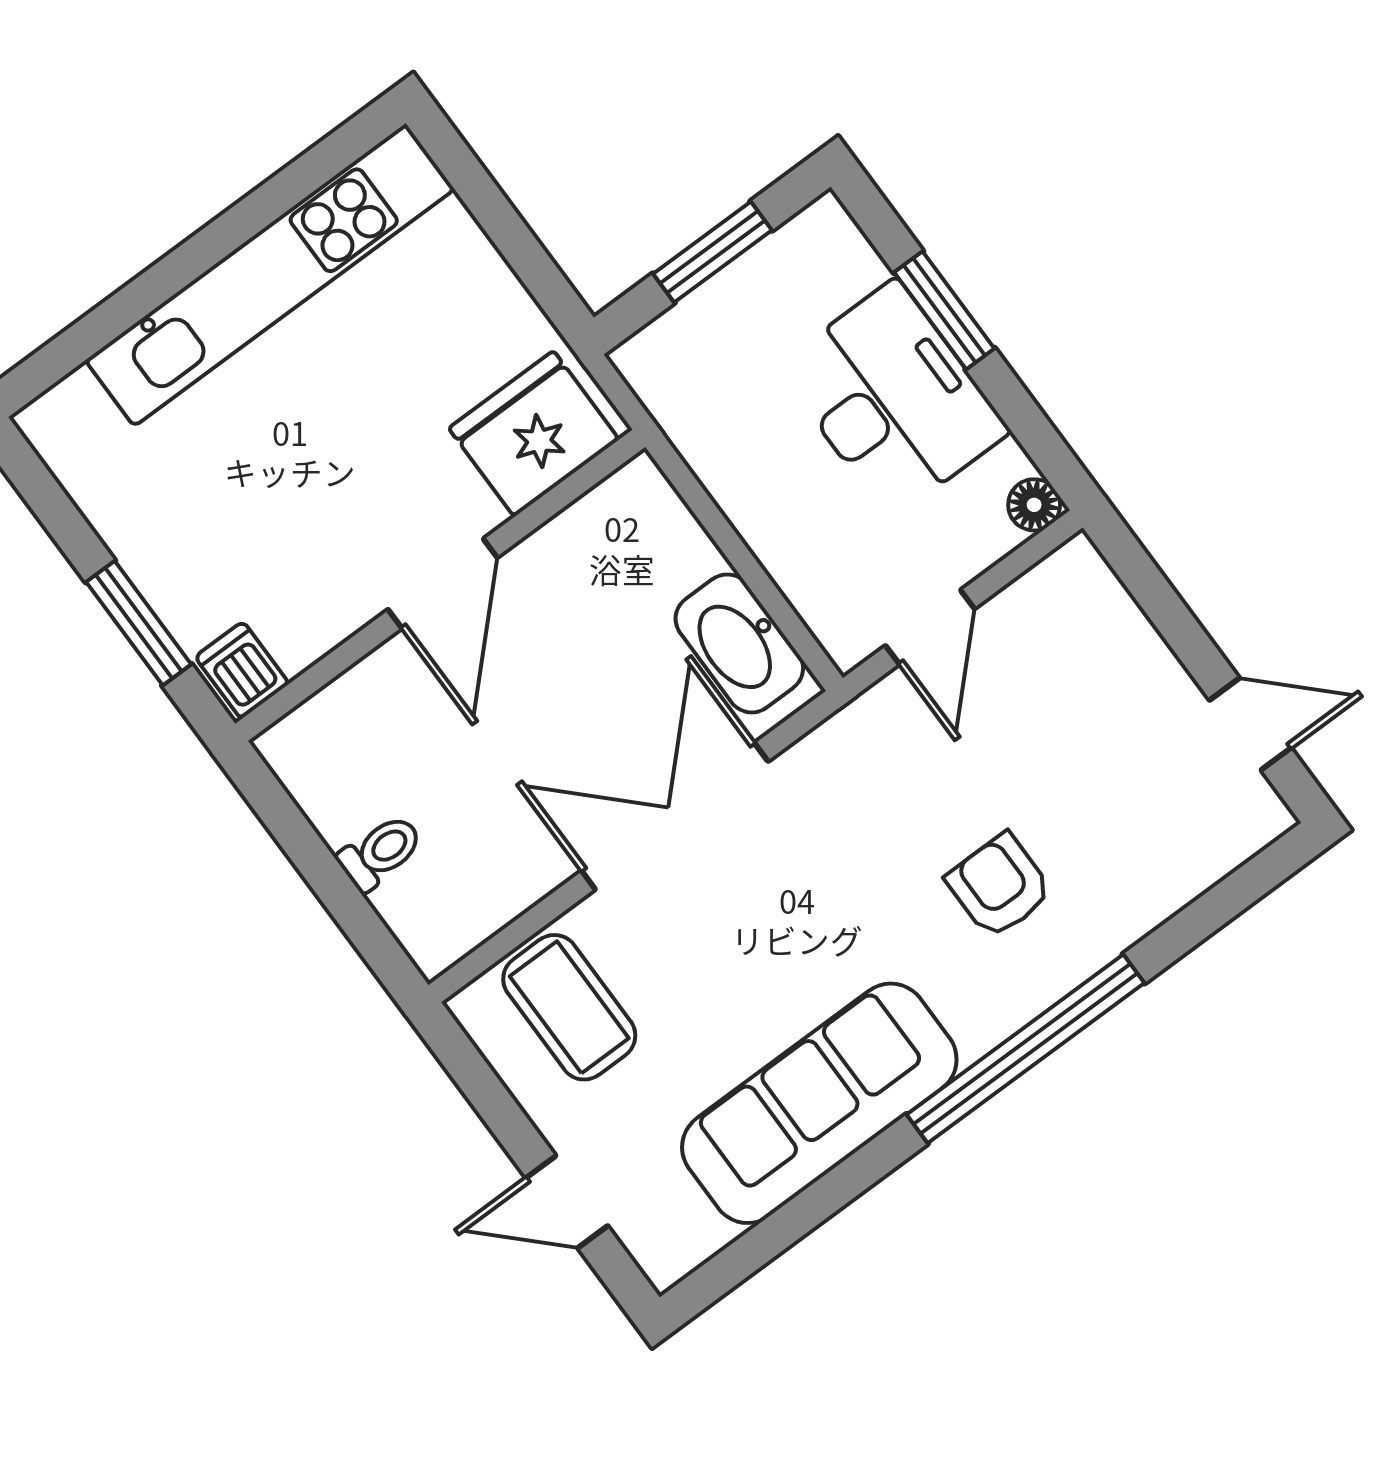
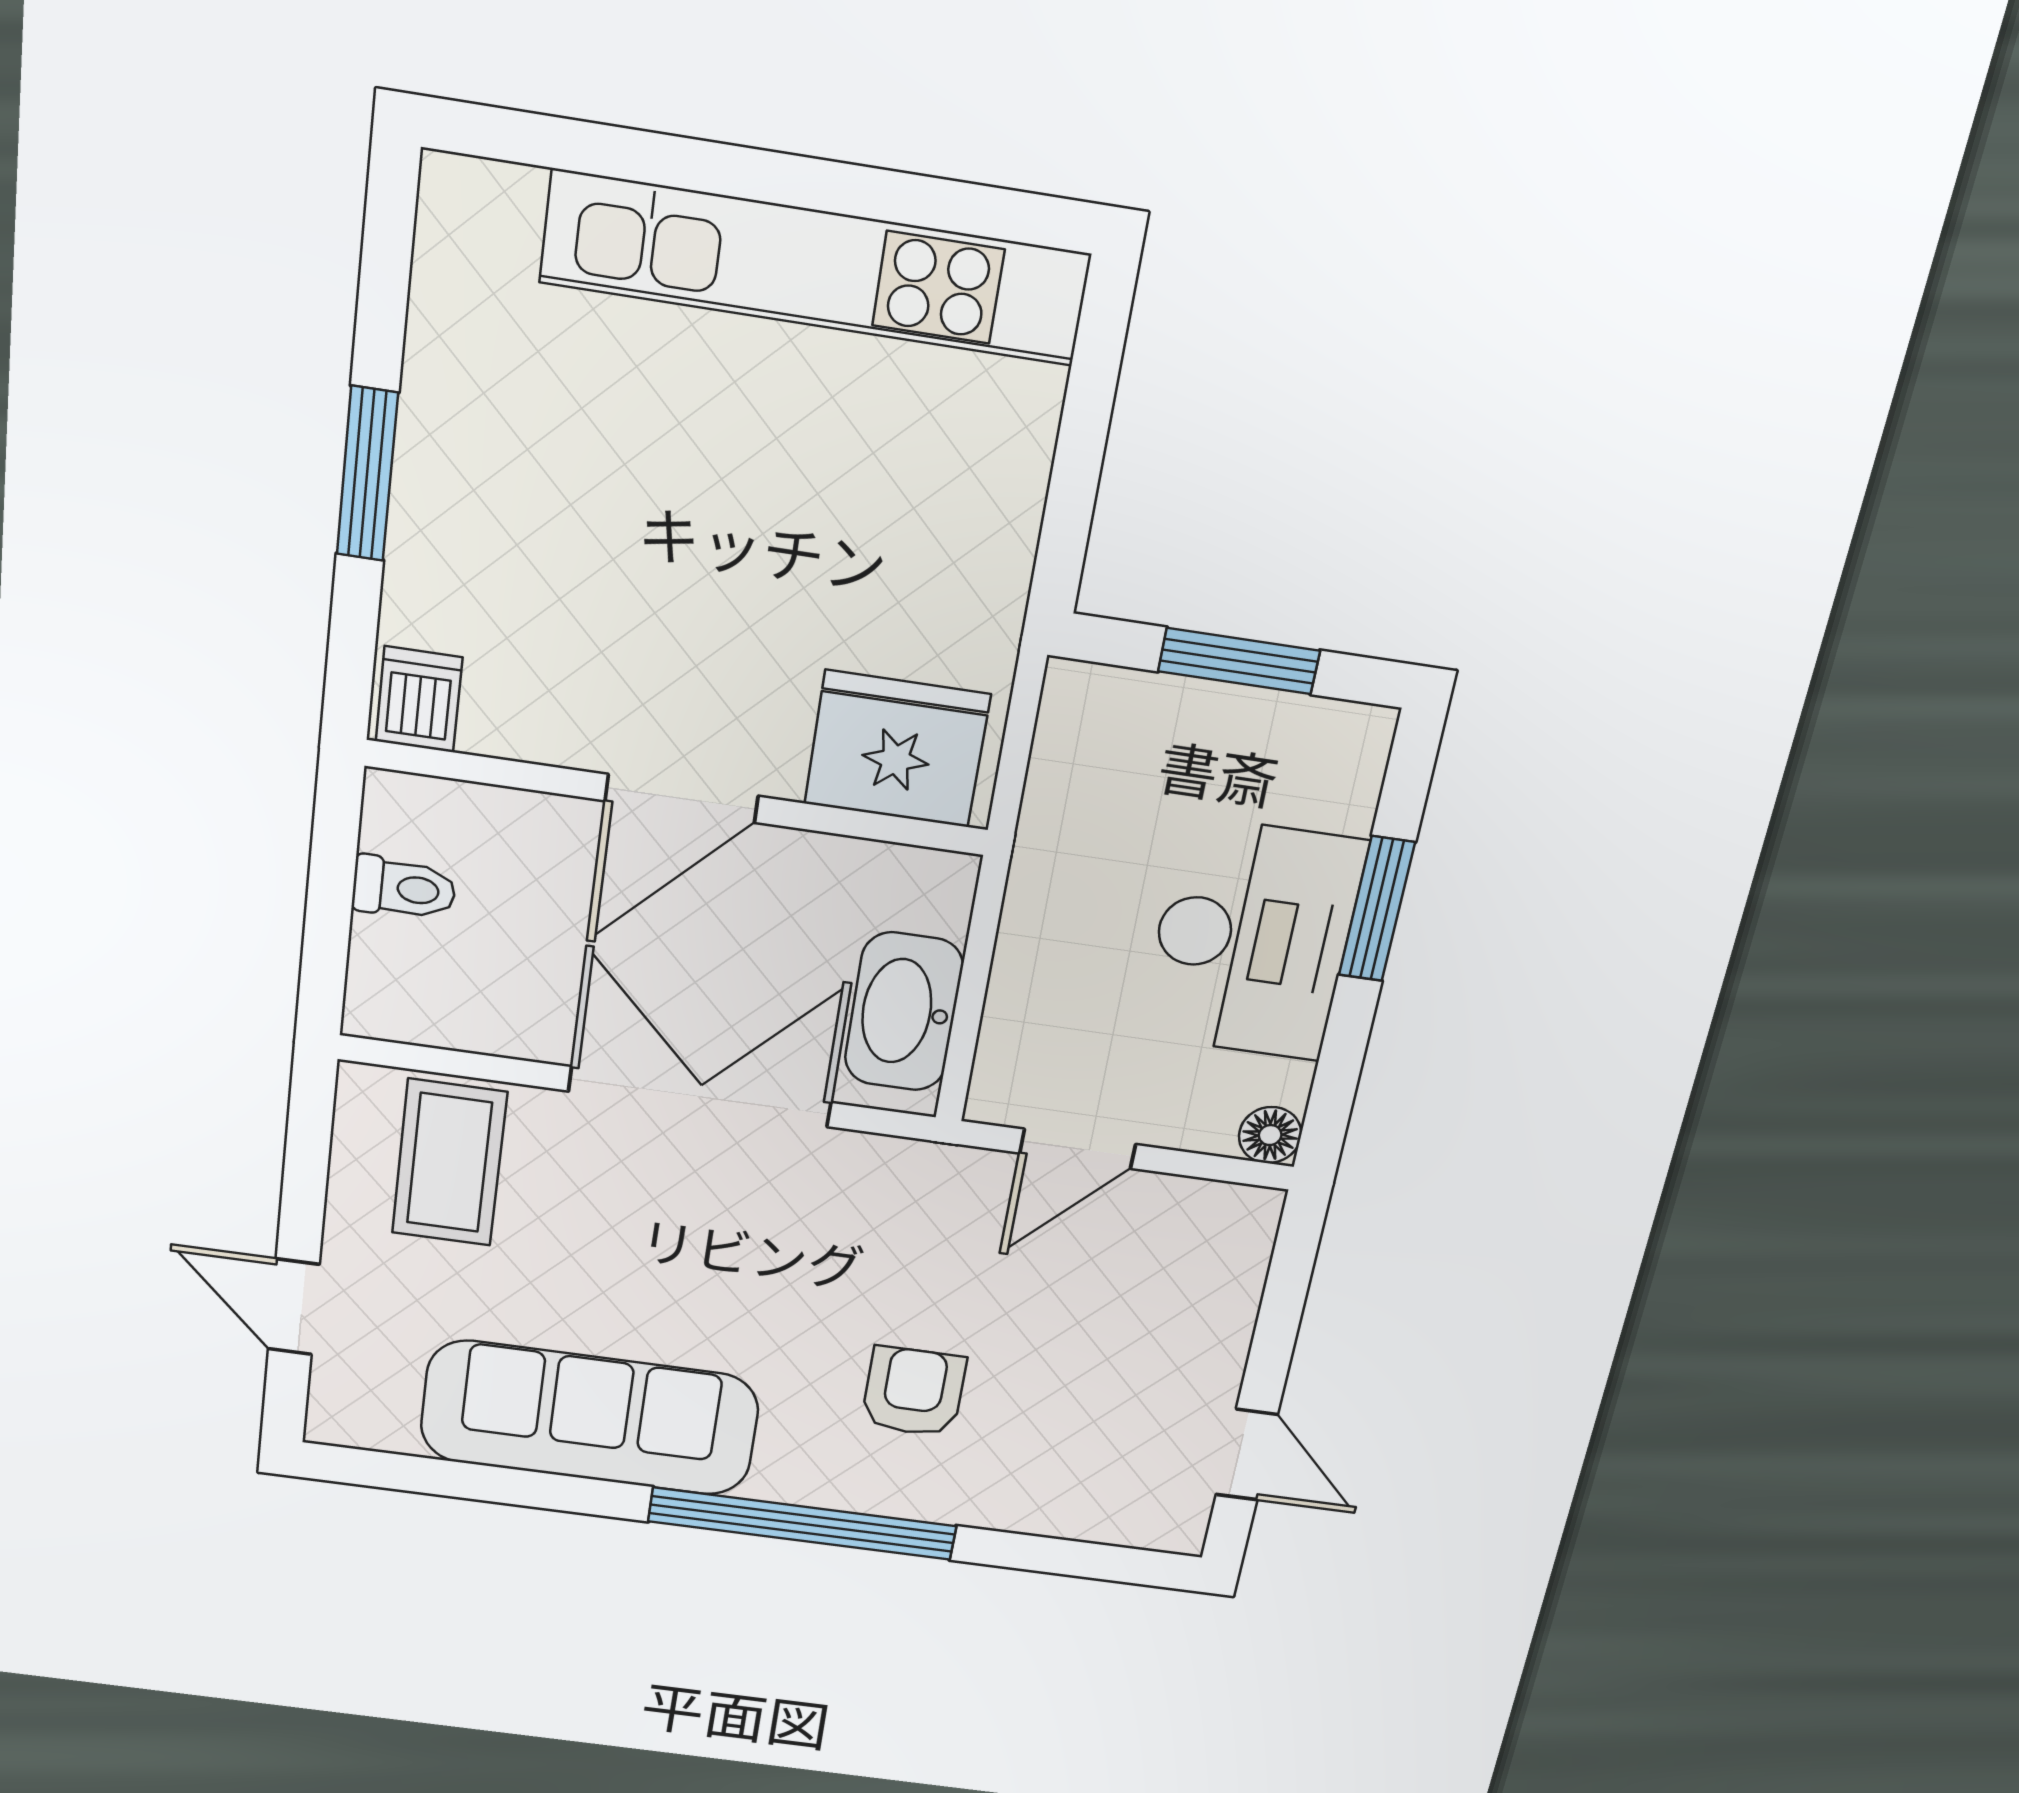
fridge: (534, 434) -> (897, 749), moved
door: (443, 583) -> (682, 798), moved
wall: (440, 585) -> (678, 798), moved
dishwasher: (242, 670) -> (419, 699), moved

